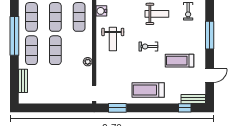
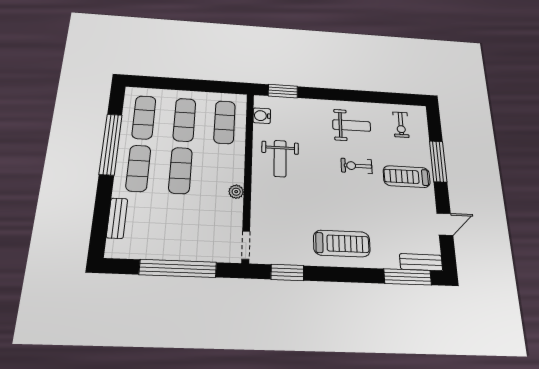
exercise bike: (148, 46) -> (357, 166), moved
treadmill: (180, 61) -> (407, 177), moved
treadmill: (148, 90) -> (342, 243), turned 180
window: (58, 108) -> (178, 268), added
window: (185, 108) -> (408, 277), width x2.17

